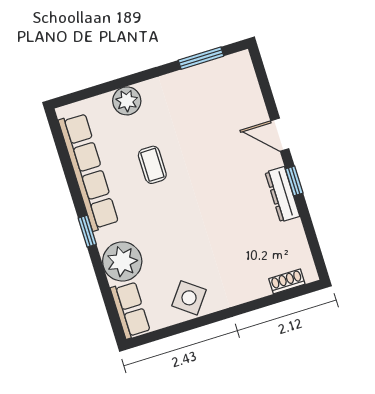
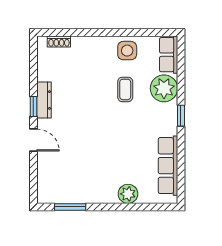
coffee table: (152, 165) -> (125, 89), moved
row of seats: (88, 172) -> (168, 166), width x0.73
side table: (189, 298) -> (127, 51), turned -37

